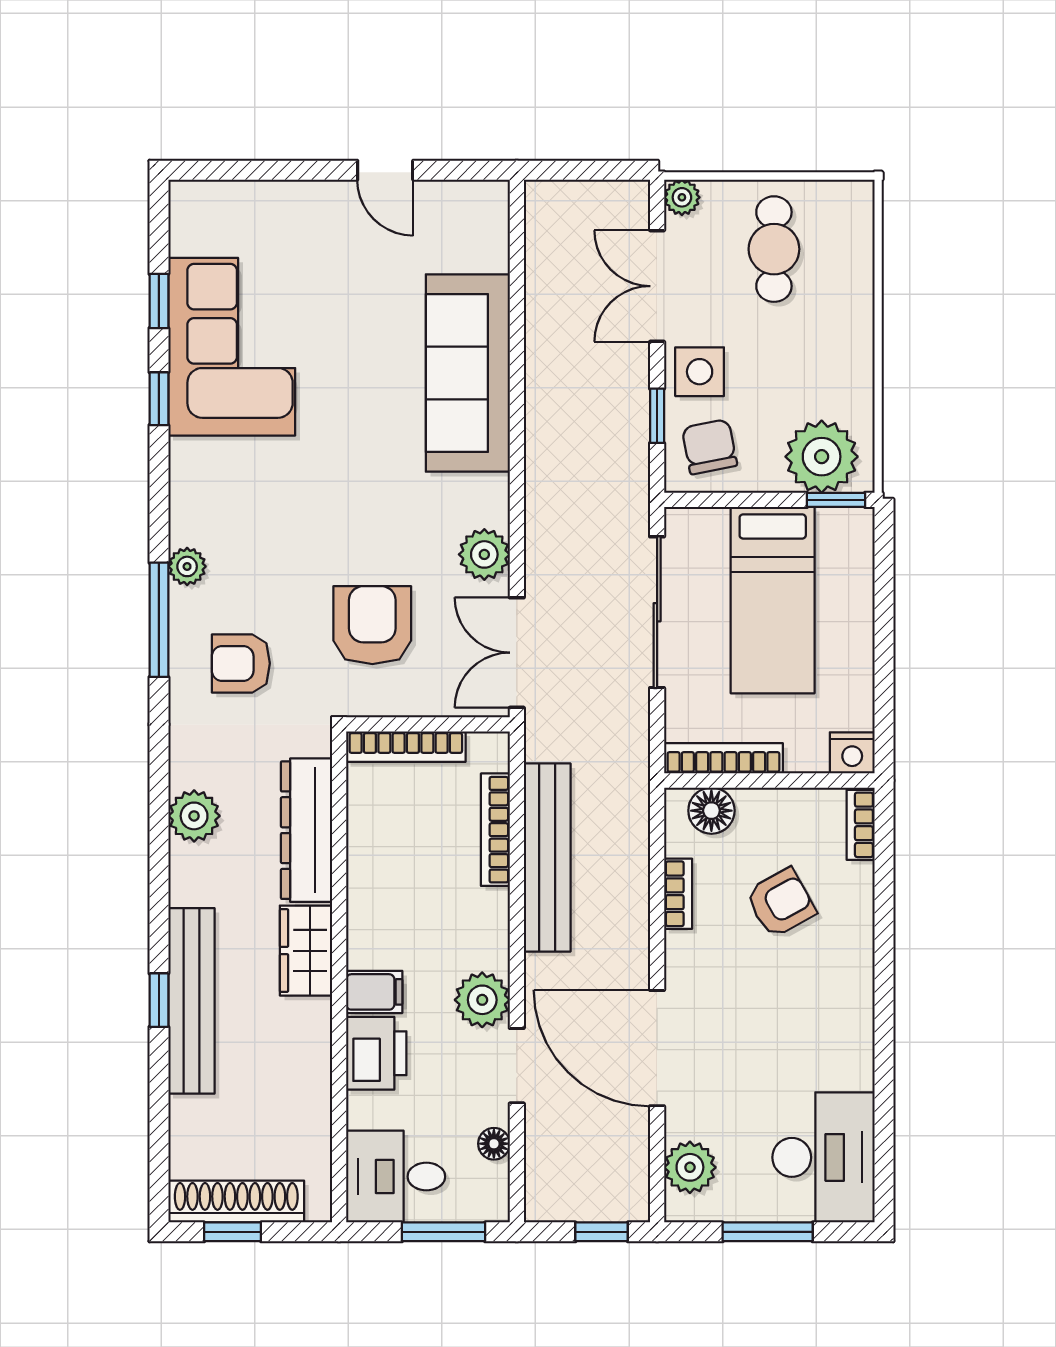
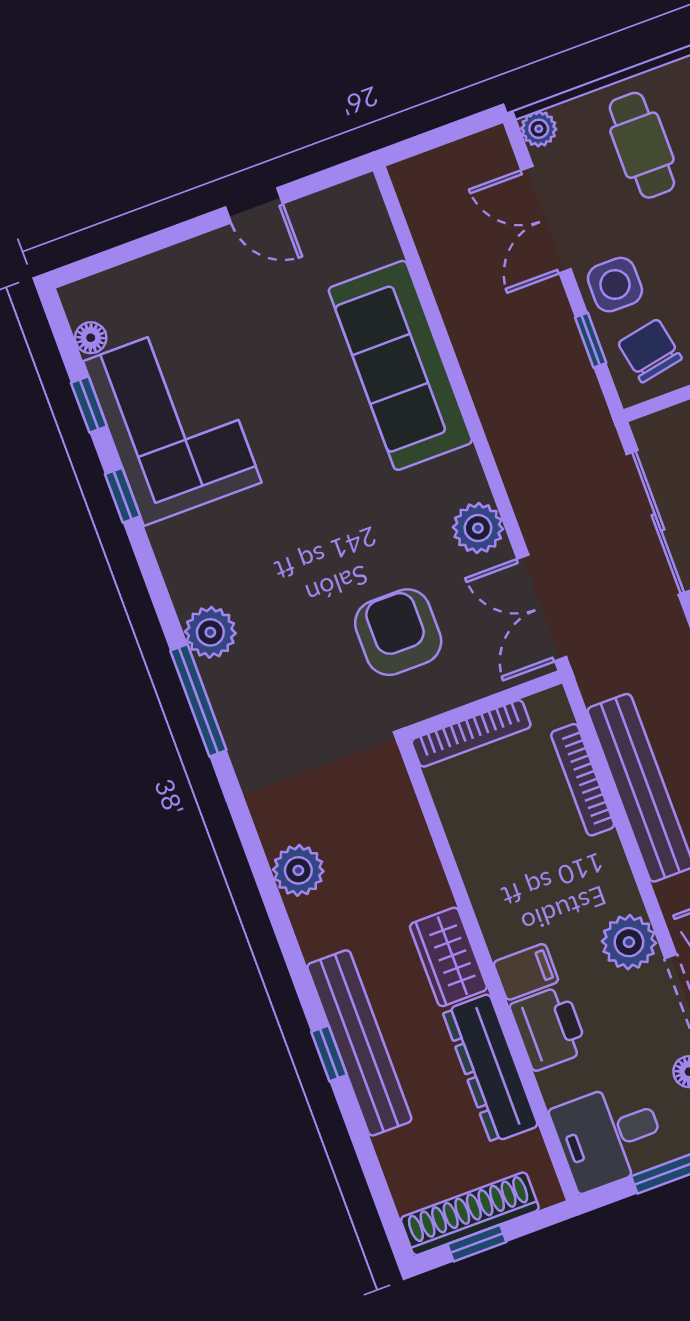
floor lamp: (184, 238) -> (91, 338), added
plant: (187, 566) -> (210, 632), width x1.38, depth x1.38
armchair: (241, 663) -> (289, 713), removed
dresser: (306, 830) -> (490, 1069), moved

